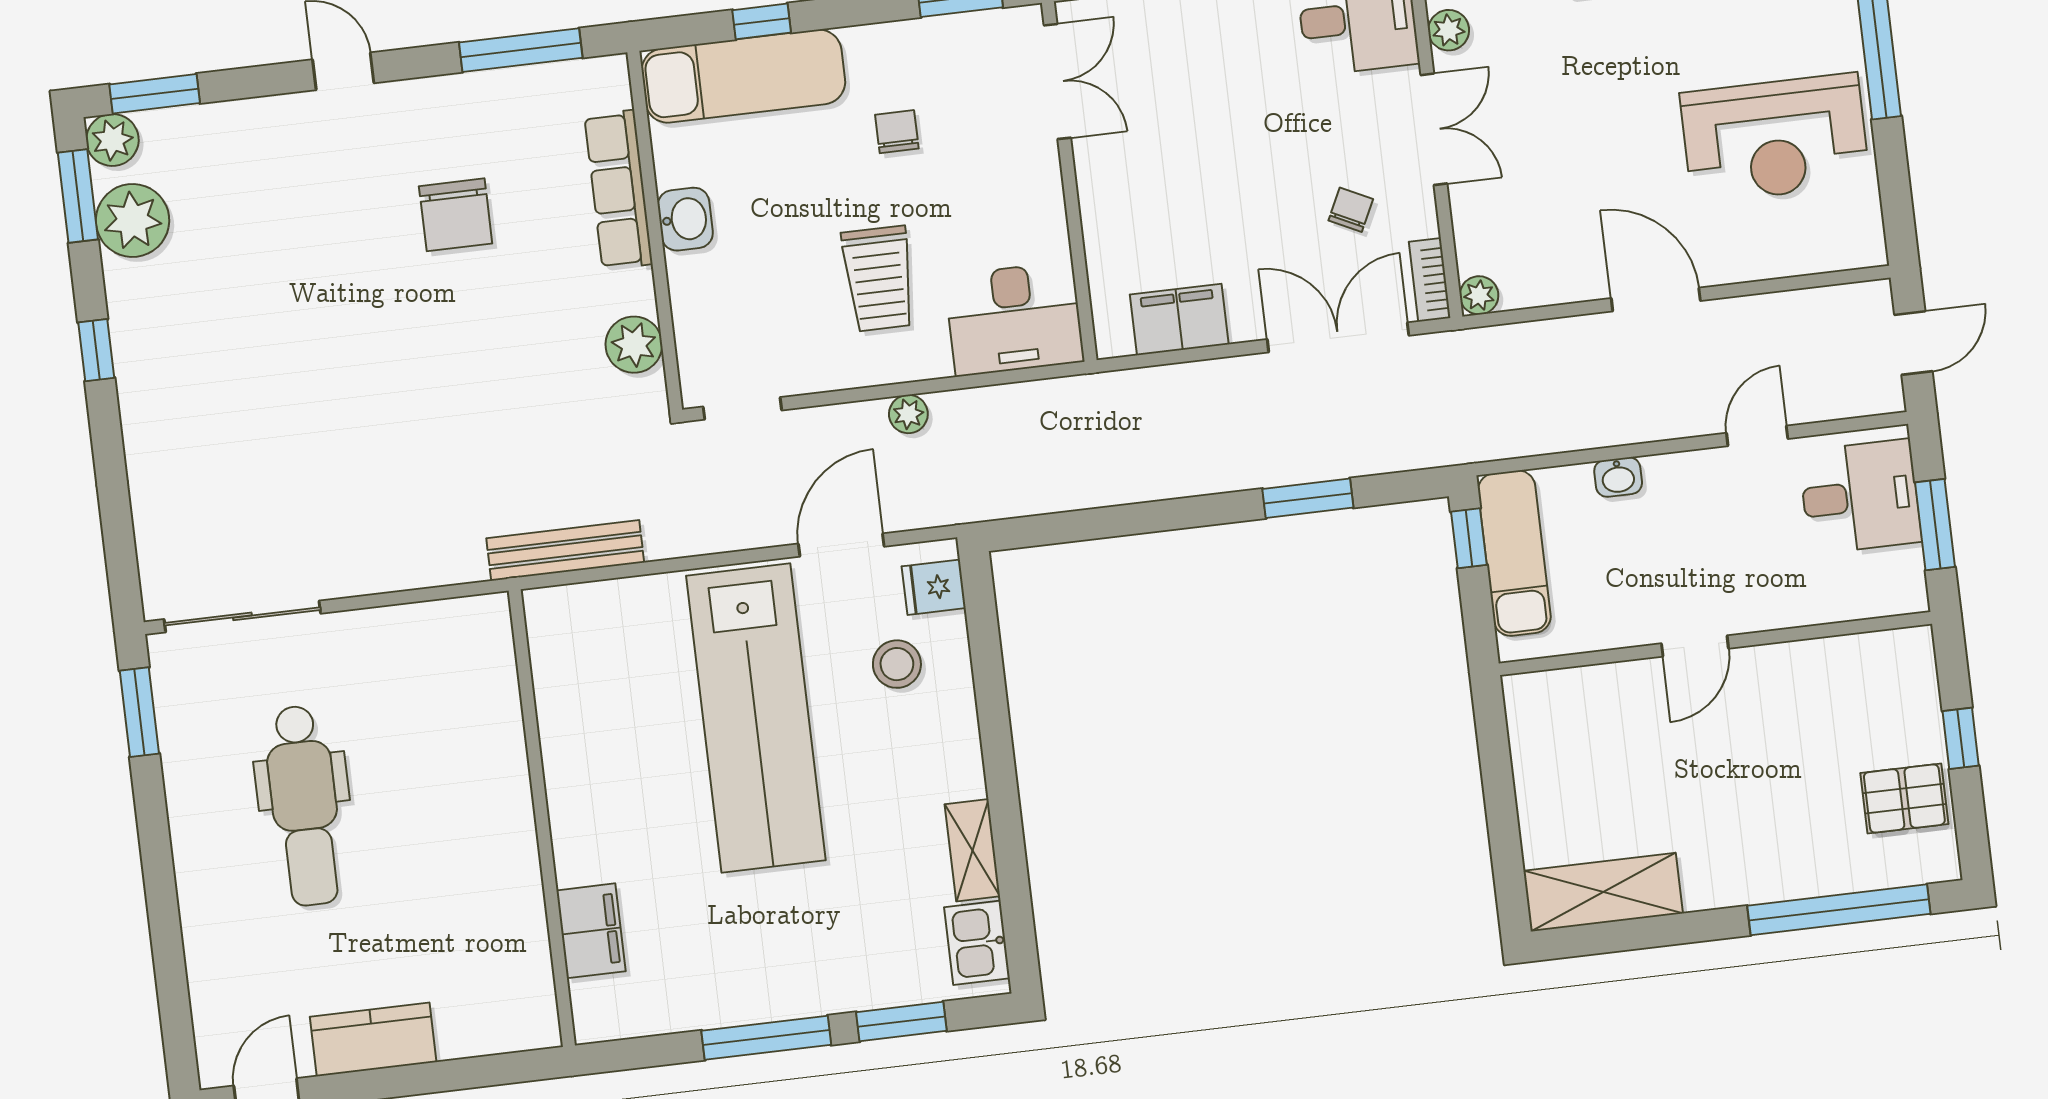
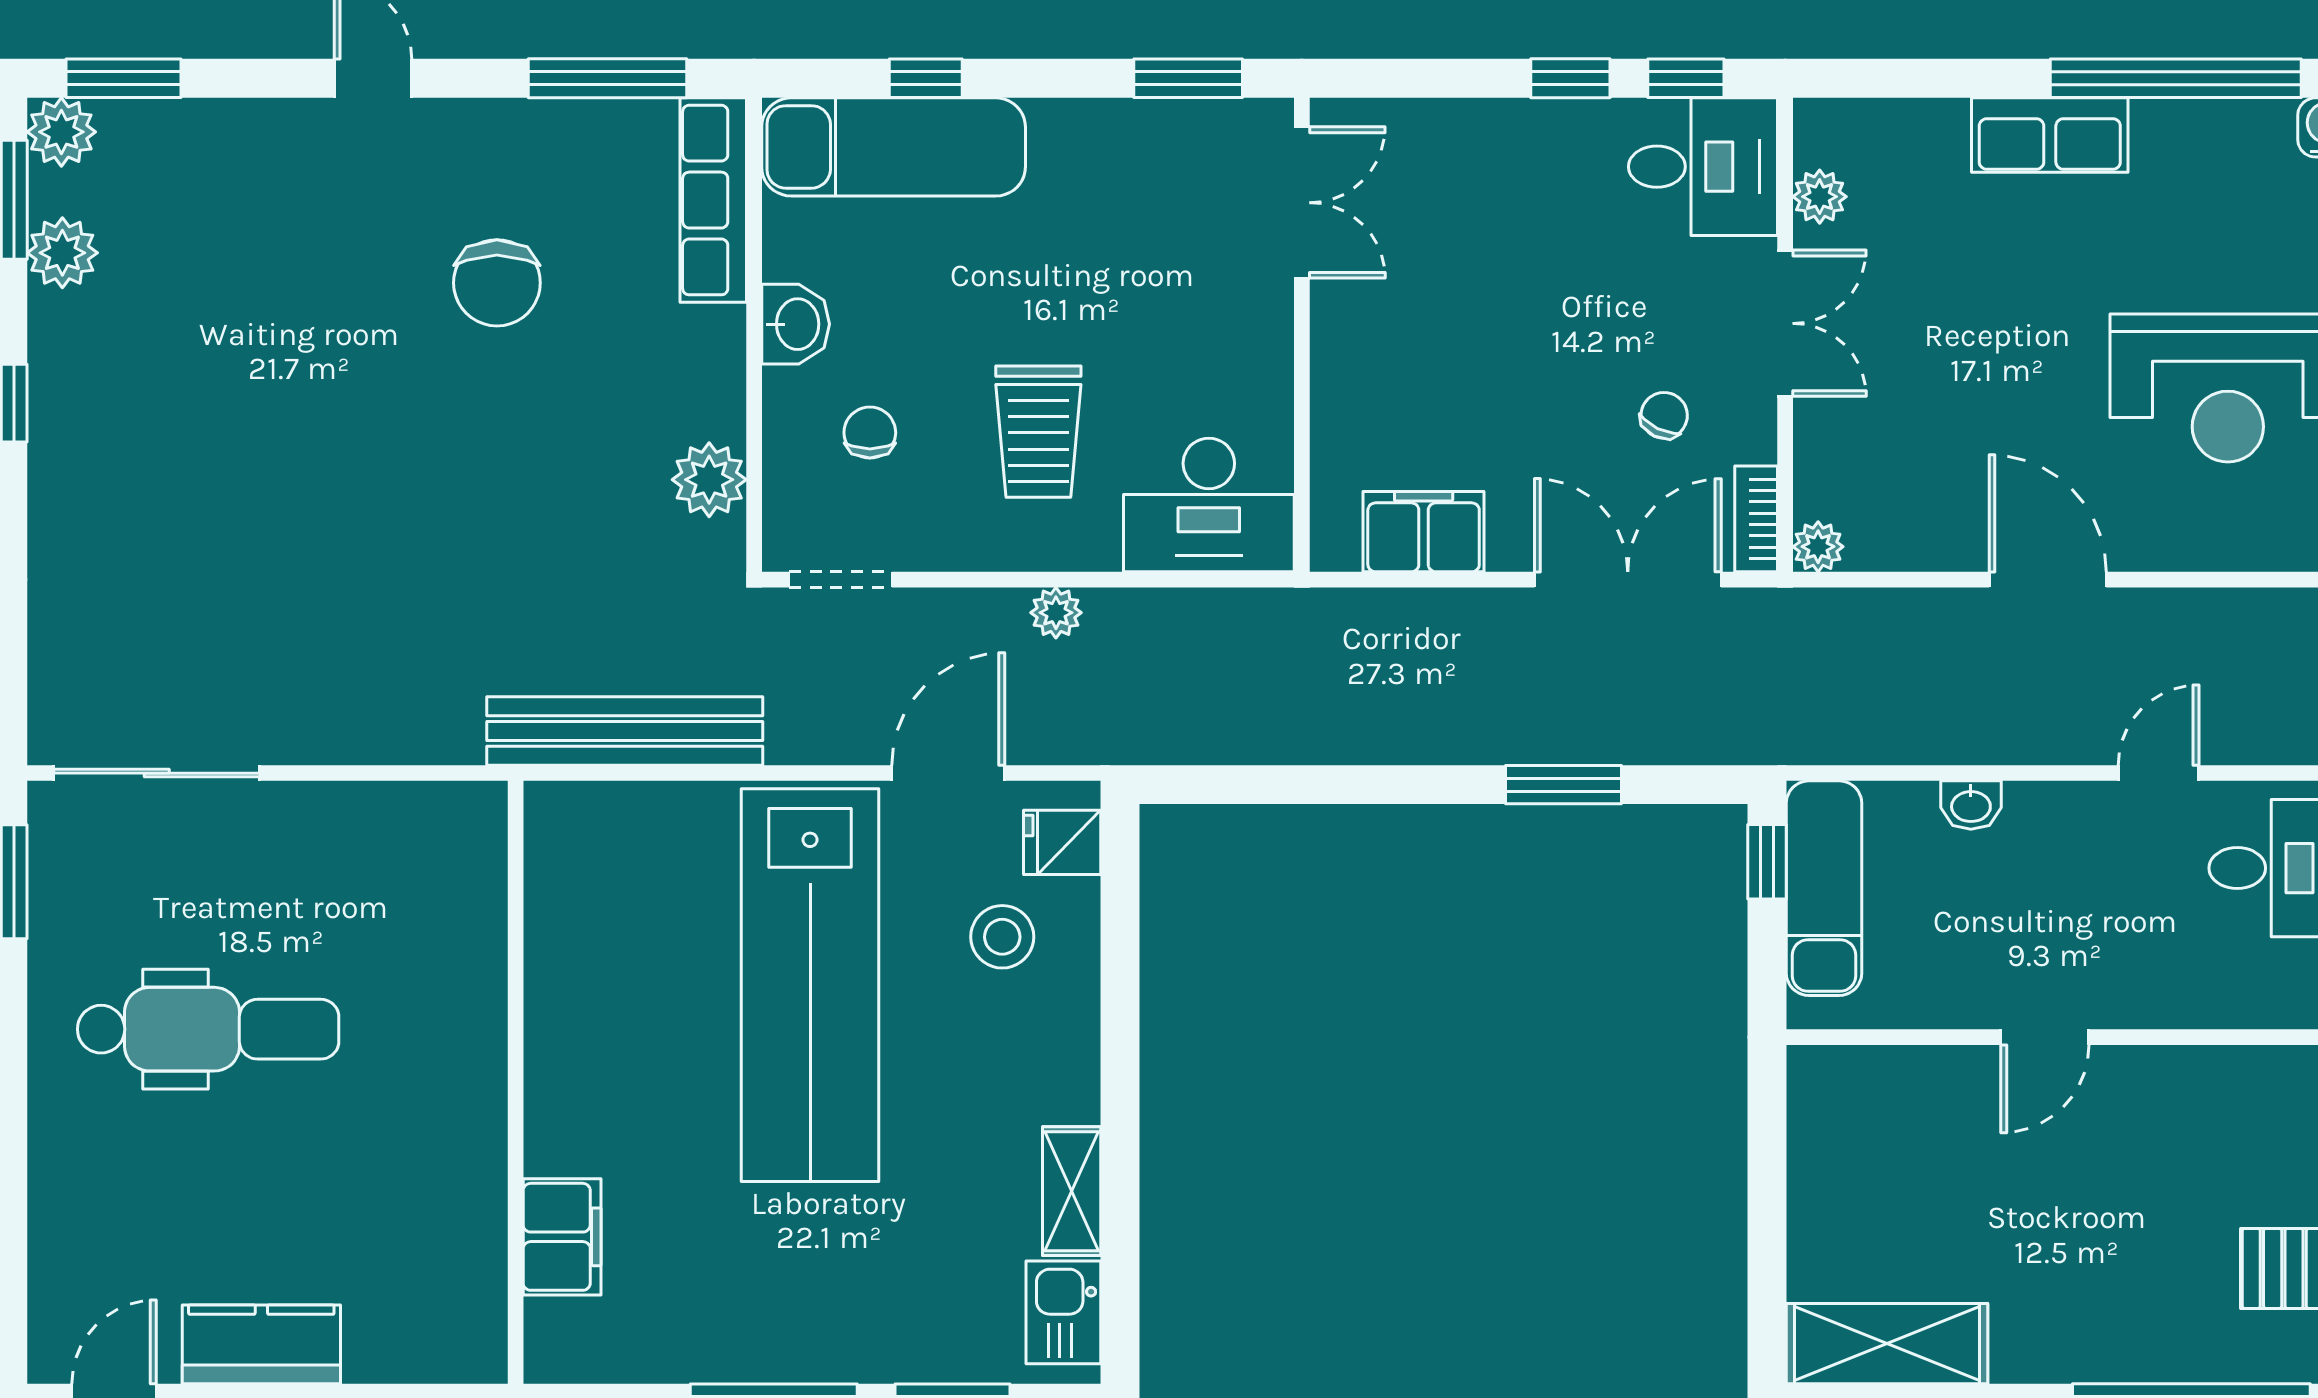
chair: (897, 132) -> (870, 433), moved
row of seats: (619, 190) -> (713, 200), moved
plant: (133, 220) -> (62, 253), width x0.73, depth x0.73
bench: (565, 550) -> (625, 731), width x1.37, depth x1.21
dental chair: (304, 806) -> (208, 1029), turned -90

